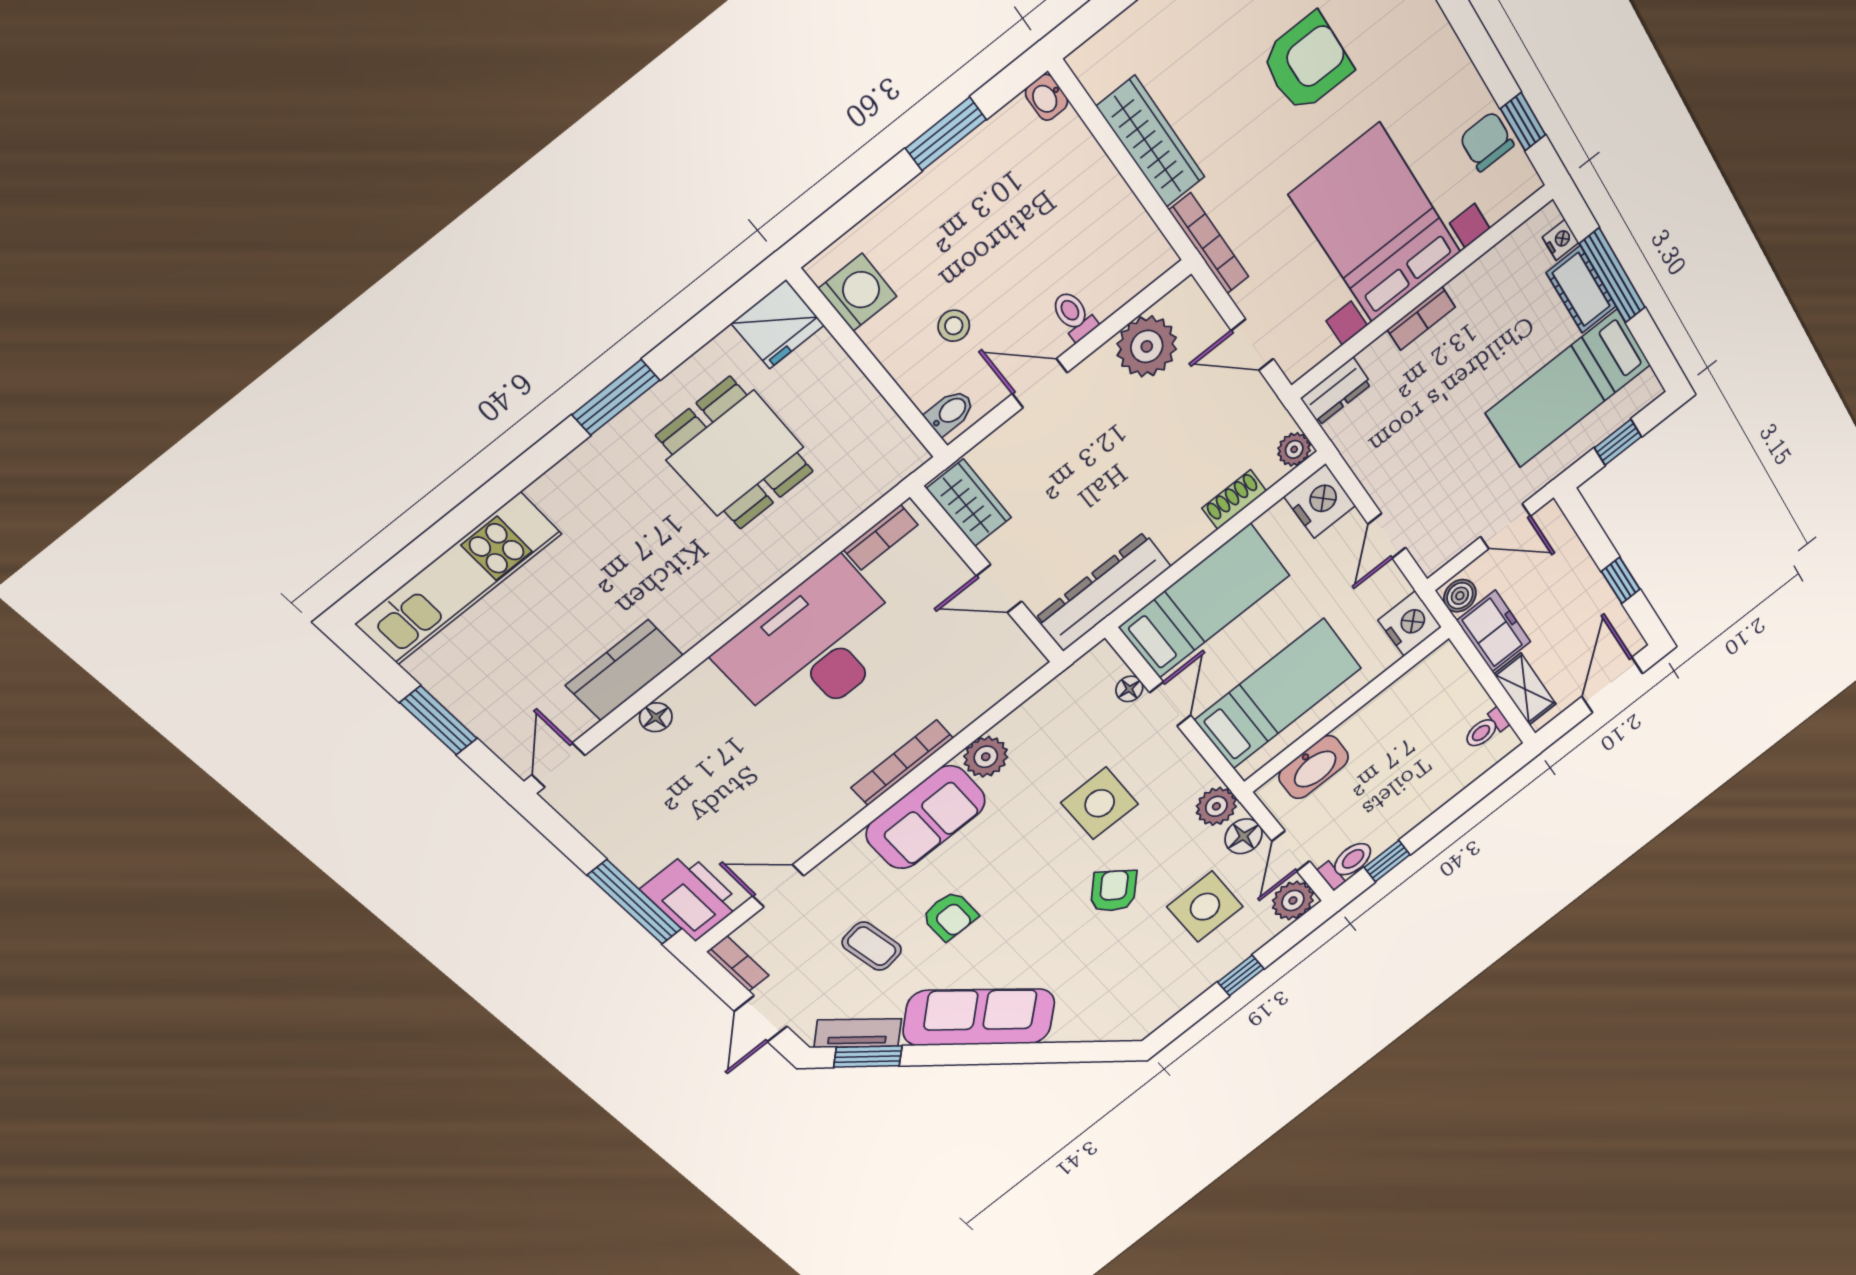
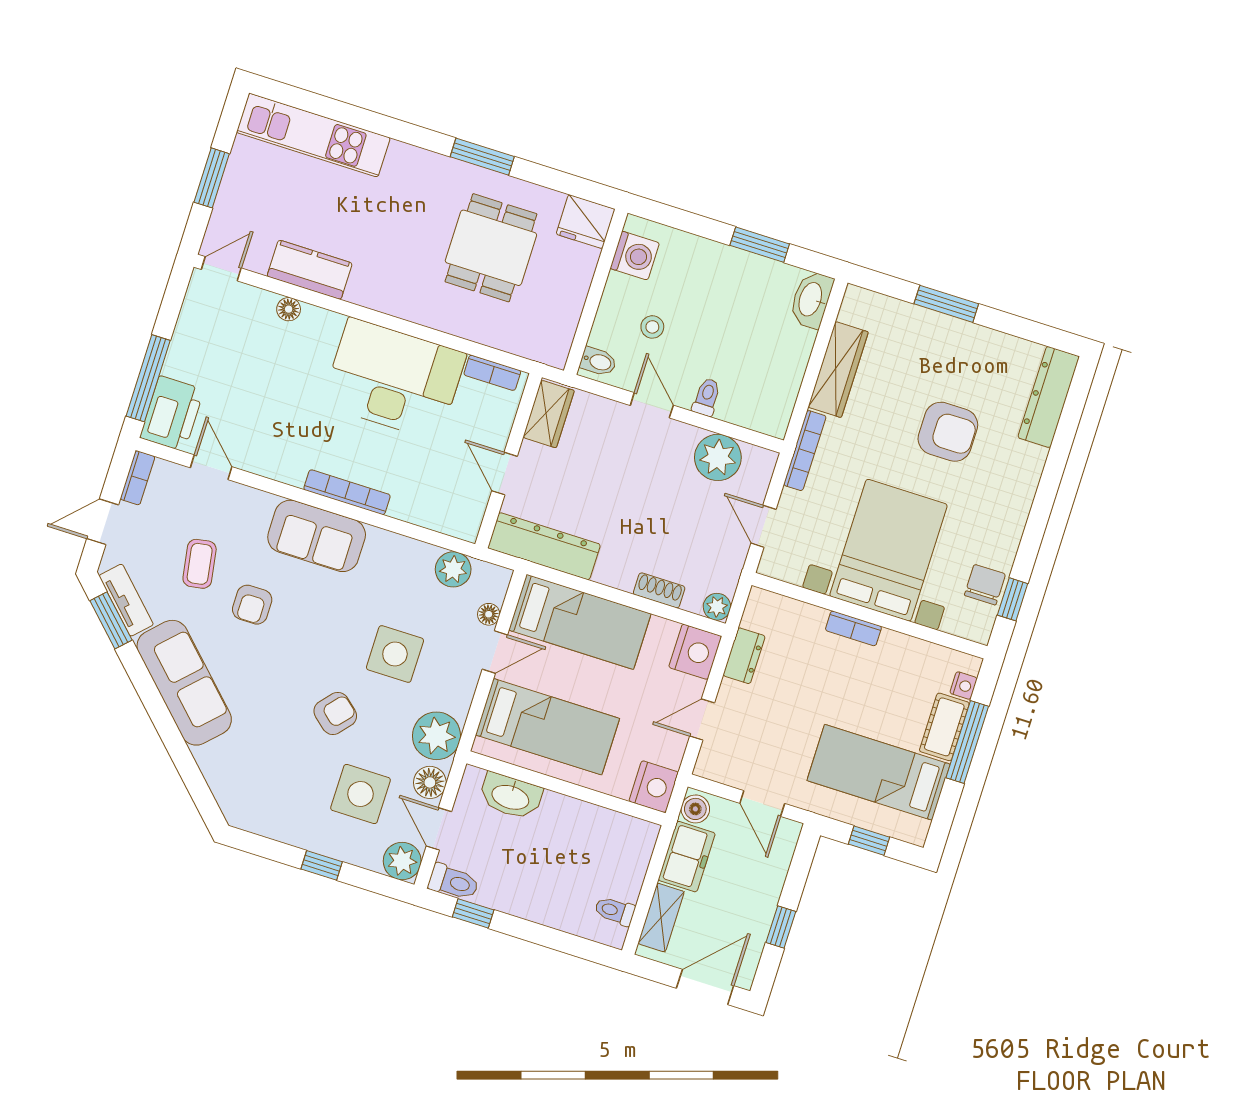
washbasin: (1047, 97) -> (811, 300), width x1.91, depth x1.45
dresser: (1336, 391) -> (744, 656), moved, turned -90
plant: (986, 757) -> (453, 569), moved
plant: (1216, 806) -> (436, 736), width x1.36, depth x1.36
door: (1291, 851) -> (439, 829), hinge flipped

